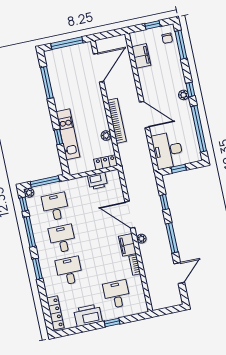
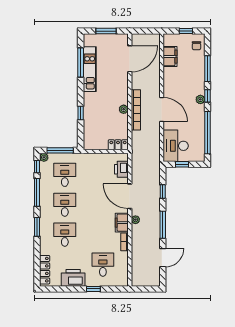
window: (67, 43) -> (106, 31), width x0.69
window: (181, 45) -> (207, 69), moved
kitchen unit: (68, 134) -> (90, 69), moved
plant: (106, 136) -> (124, 109), moved
printer: (98, 181) -> (121, 169), moved, turned 90

